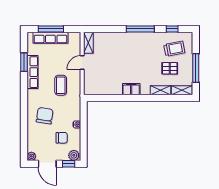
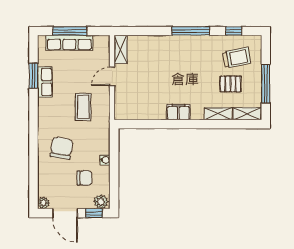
row of seats: (32, 72) -> (45, 82), width x0.68

